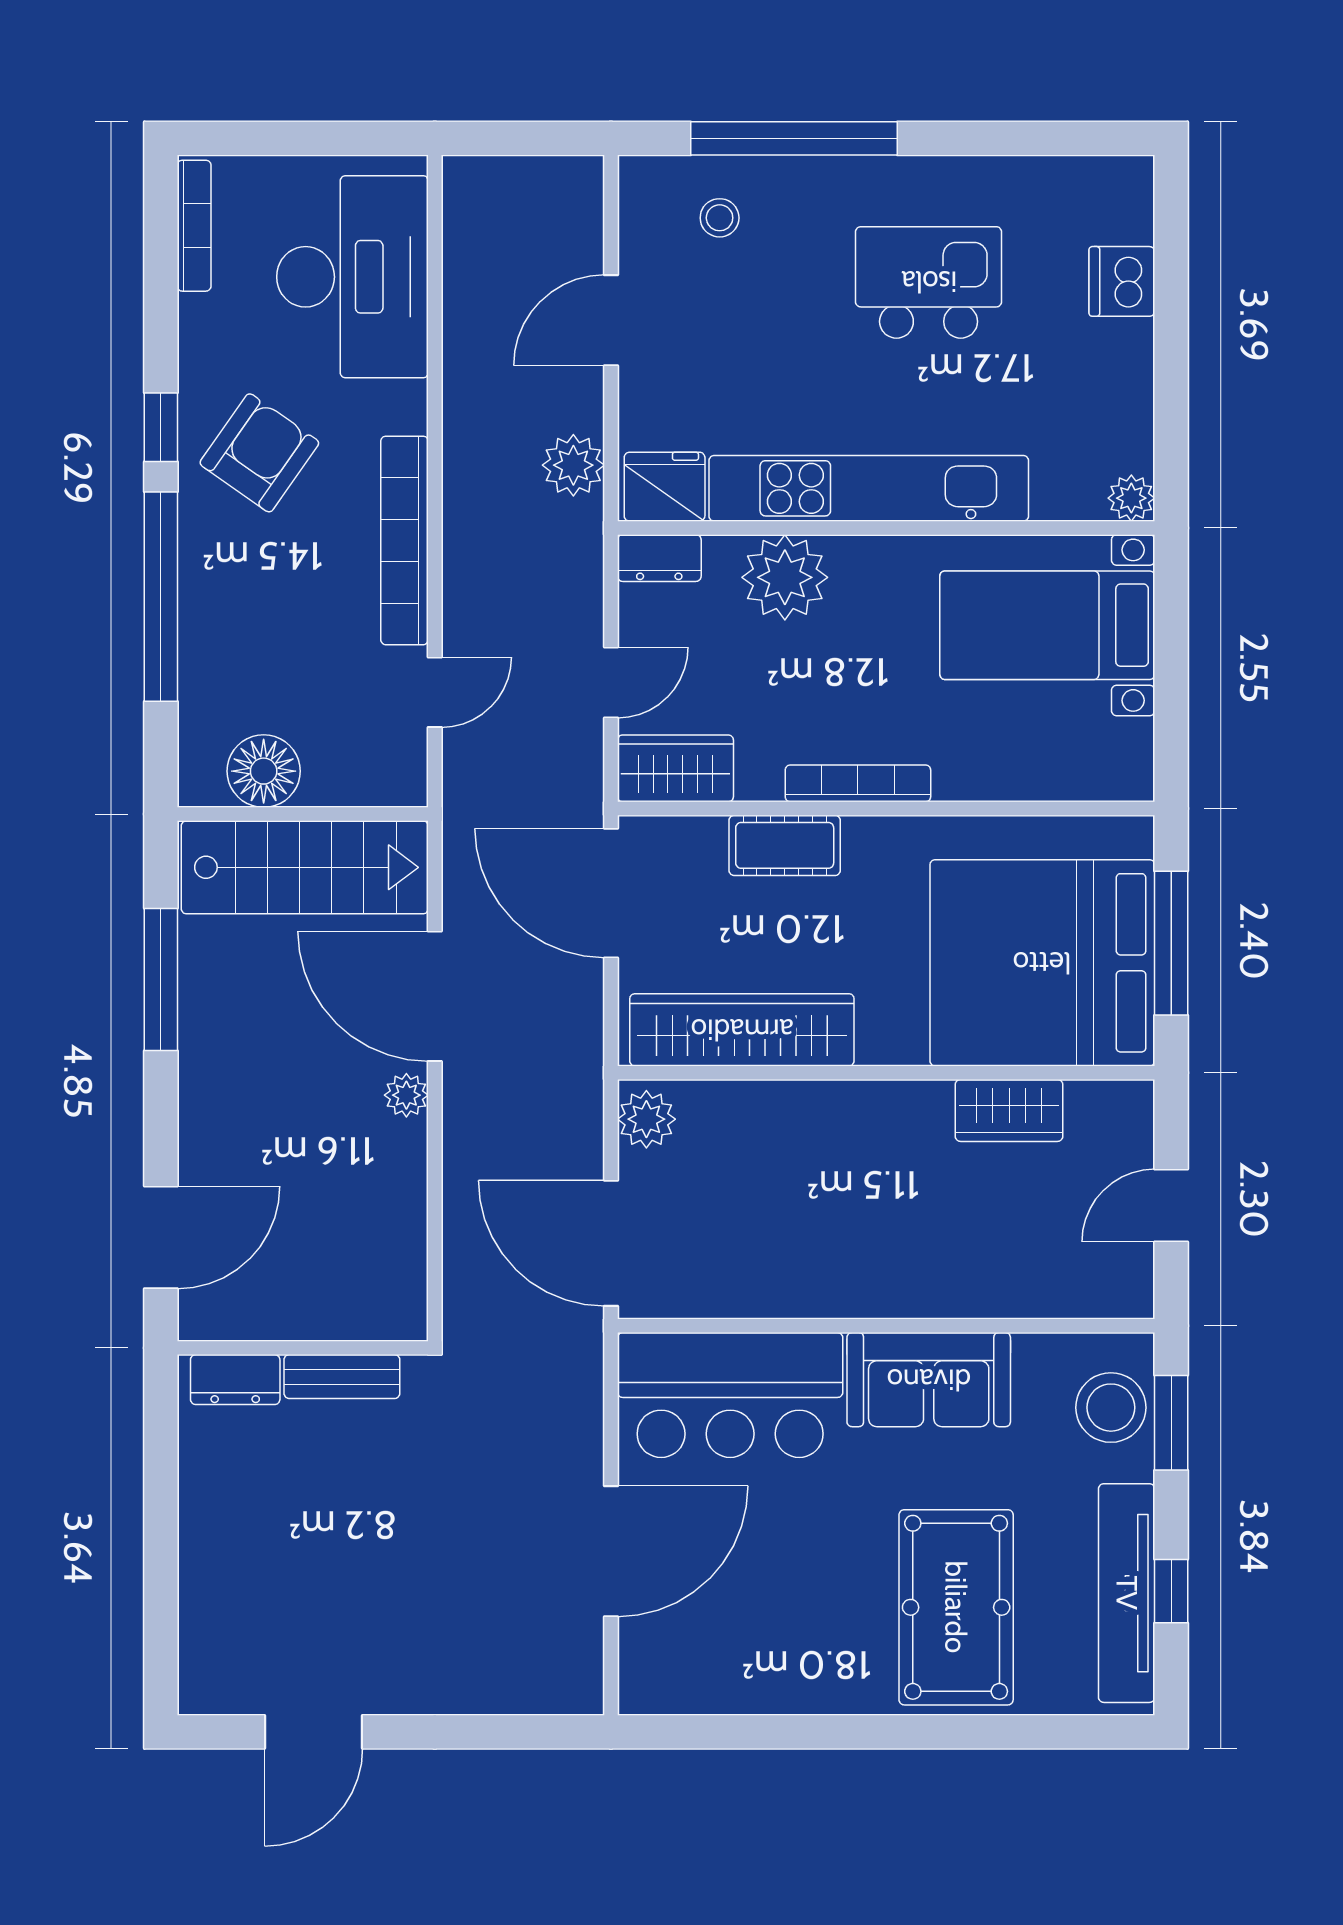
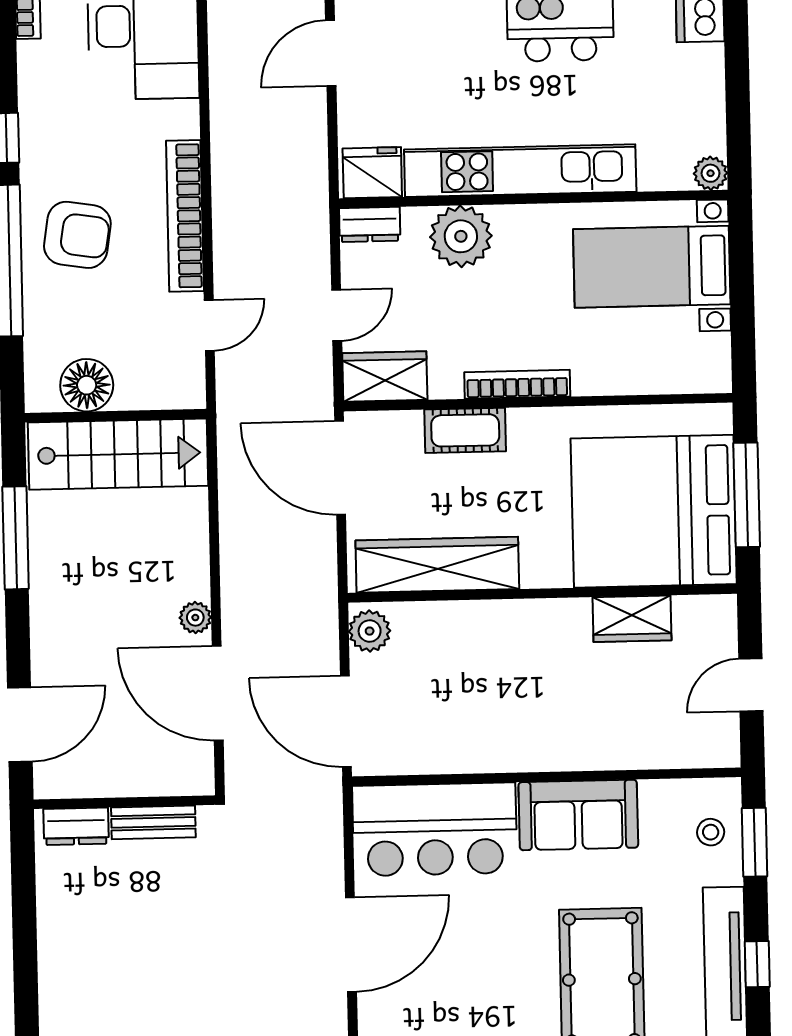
armchair: (259, 453) -> (77, 235), moved, turned 64
plant: (573, 465) -> (306, 159), removed
door: (435, 996) -> (218, 693), moved
stool: (1111, 1408) -> (711, 832), width x0.53, depth x0.53

